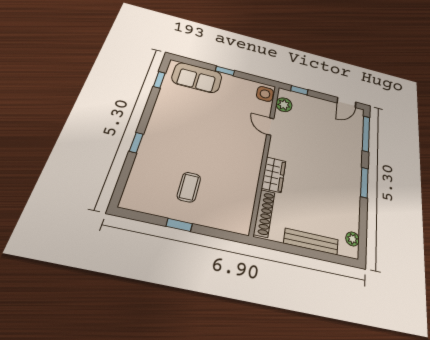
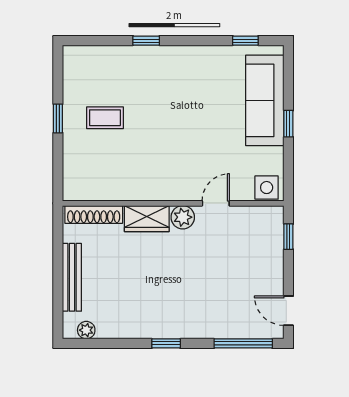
sofa: (197, 78) -> (265, 100), width x1.36
plant: (284, 105) -> (183, 217), moved
window: (364, 182) -> (166, 343), width x0.67

